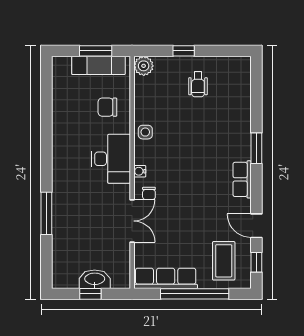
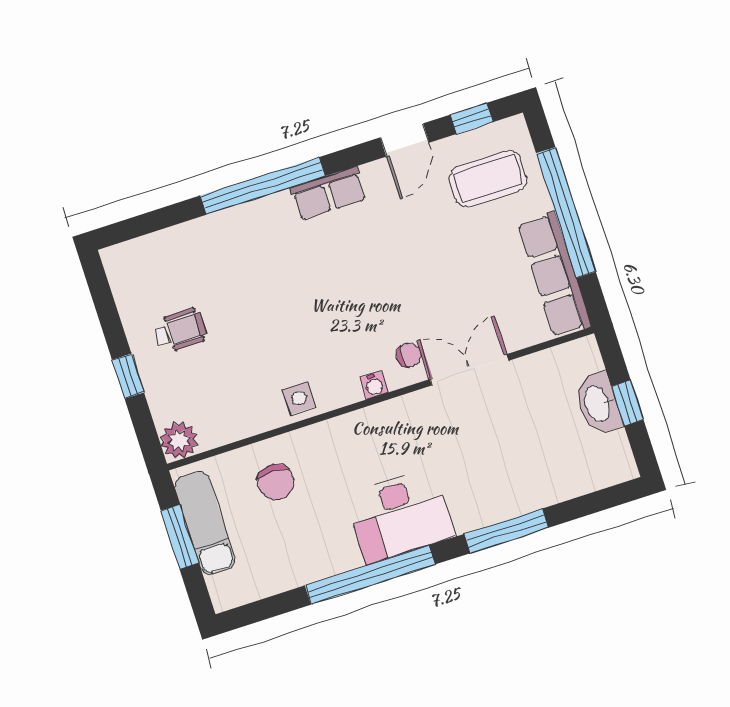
window: (46, 139) -> (370, 575), added
window: (256, 148) -> (263, 186), width x2.11
desk: (111, 159) -> (400, 516), moved, turned 180

